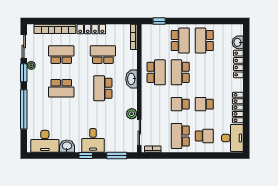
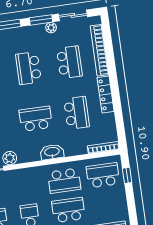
school desk: (180, 41) -> (103, 175), moved, turned 180

